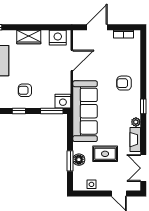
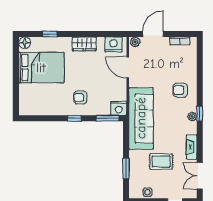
plant: (79, 35) -> (135, 42), added
door: (72, 60) -> (128, 67), swing flipped
plant: (136, 122) -> (192, 116), moved
floor lamp: (79, 160) -> (135, 167), removed

